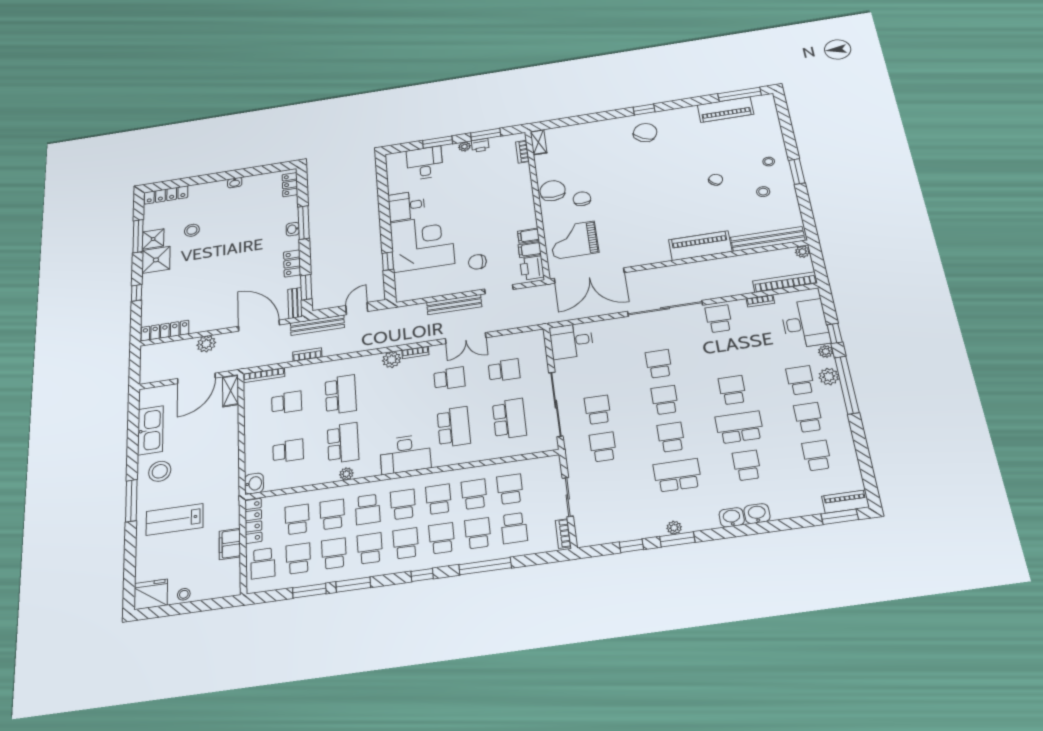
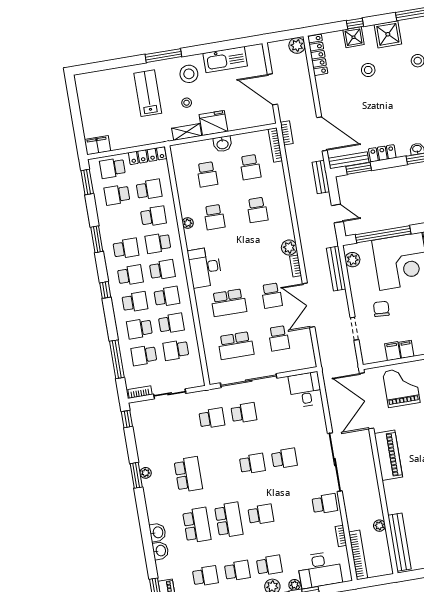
shower: (153, 239) -> (354, 37), moved
piano: (700, 246) -> (388, 455), moved
plant: (803, 252) -> (379, 526), moved
window: (388, 261) -> (383, 234), width x3.17
printer: (532, 268) -> (375, 354), removed
stool: (193, 279) -> (368, 70), added
plant: (414, 292) -> (352, 260), added
bench: (295, 303) -> (349, 160), width x1.36
bench: (454, 305) -> (336, 269), moved
bench: (317, 325) -> (321, 177), width x0.73
door: (259, 326) -> (322, 134), hinge flipped
double door: (466, 338) -> (309, 305), width x1.37
plant: (206, 344) -> (297, 45), moved
bookcase: (307, 355) -> (287, 133), moved
shelving: (230, 391) -> (187, 132), moved
school desk: (341, 394) -> (257, 210), width x0.54
school desk: (671, 437) -> (220, 469), removed
school desk: (343, 443) -> (214, 217), width x0.54
school desk: (747, 465) -> (197, 525), width x1.85
washbasin: (254, 484) -> (222, 144), moved
school desk: (510, 489) -> (176, 350), turned 180
washbasin: (732, 517) -> (160, 551), moved
school desk: (478, 533) -> (139, 329), turned 180
filing cabinet: (230, 544) -> (97, 145), moved
window: (631, 546) -> (127, 419), moved
school desk: (334, 553) -> (121, 222), removed
school desk: (298, 558) -> (117, 195), turned 180
window: (485, 566) -> (117, 359), moved
window: (309, 591) -> (87, 182), moved
fridge: (151, 594) -> (213, 123), moved, turned -90
stool: (184, 594) -> (187, 103), moved

